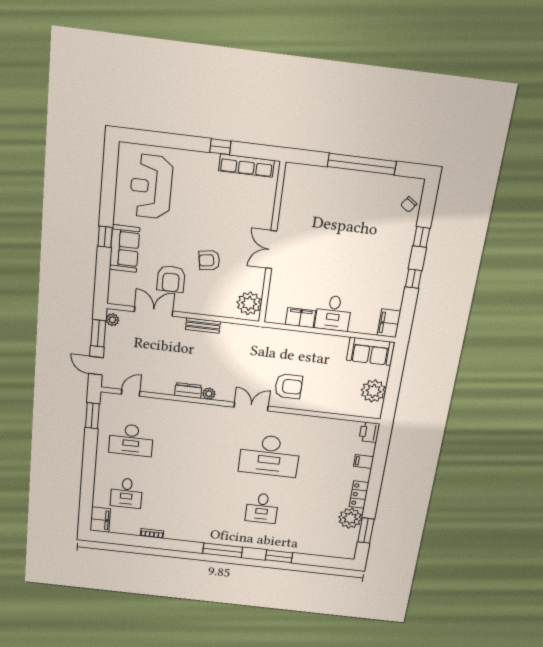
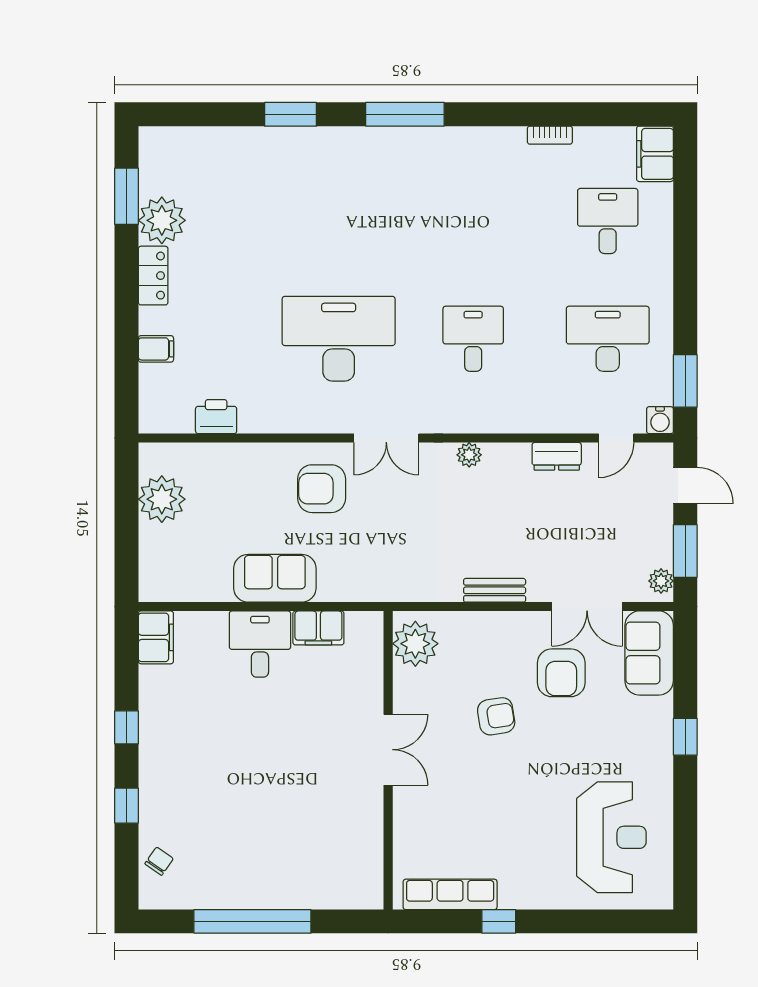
sofa: (125, 249) -> (649, 653), moved
armchair: (171, 279) -> (561, 673), turned 180
sofa: (370, 351) -> (275, 578), moved
dresser: (188, 391) -> (557, 456), moved
water cooler: (107, 399) -> (660, 420), added
printer: (369, 432) -> (216, 417), moved, turned -90
desk: (262, 508) -> (473, 339), moved

